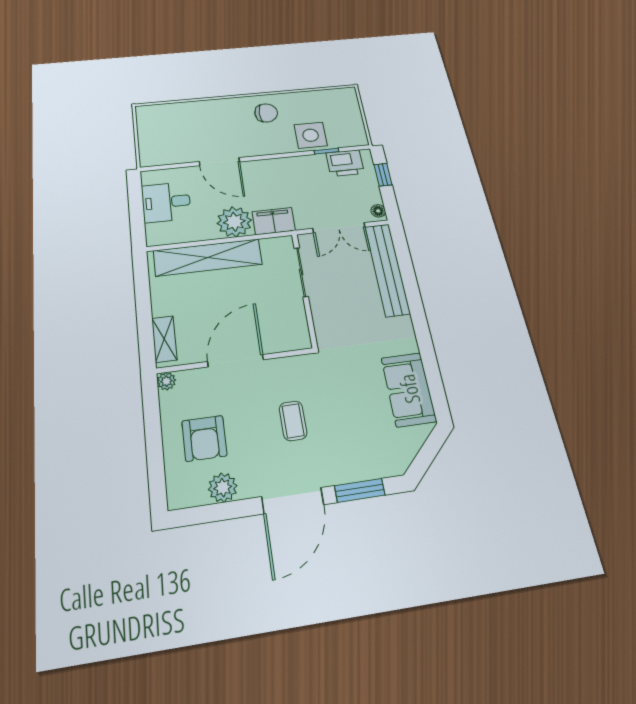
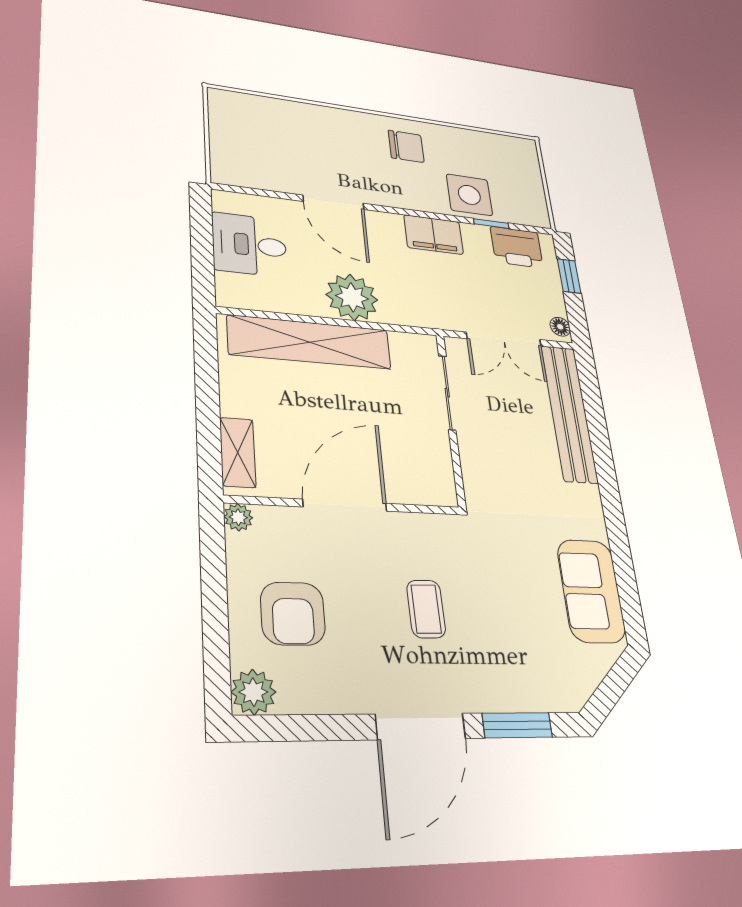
filing cabinet: (274, 221) -> (434, 235), moved, turned 180
plant: (223, 488) -> (253, 692), moved

